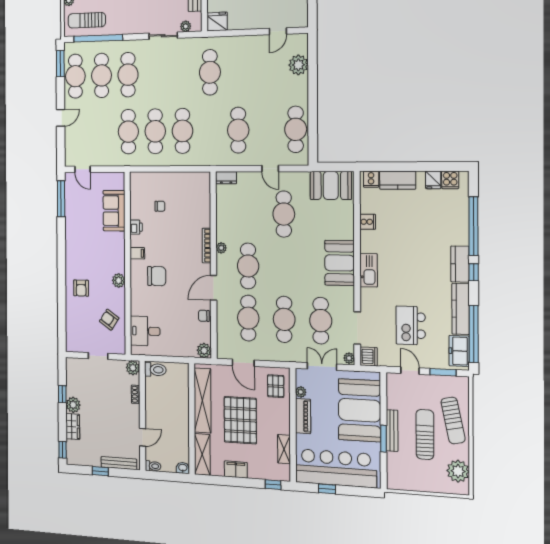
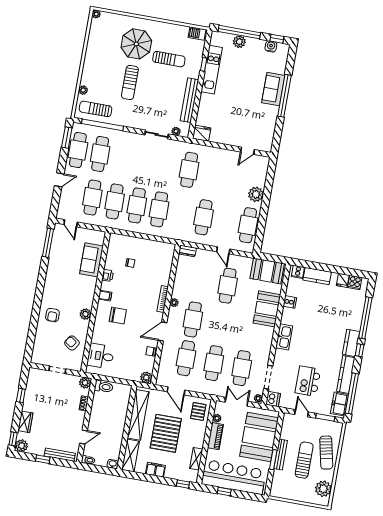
plant: (298, 65) -> (256, 194), moved
cafe table: (128, 75) -> (92, 198), moved
booth: (340, 263) -> (267, 309), moved
plant: (73, 405) -> (22, 446), moved

